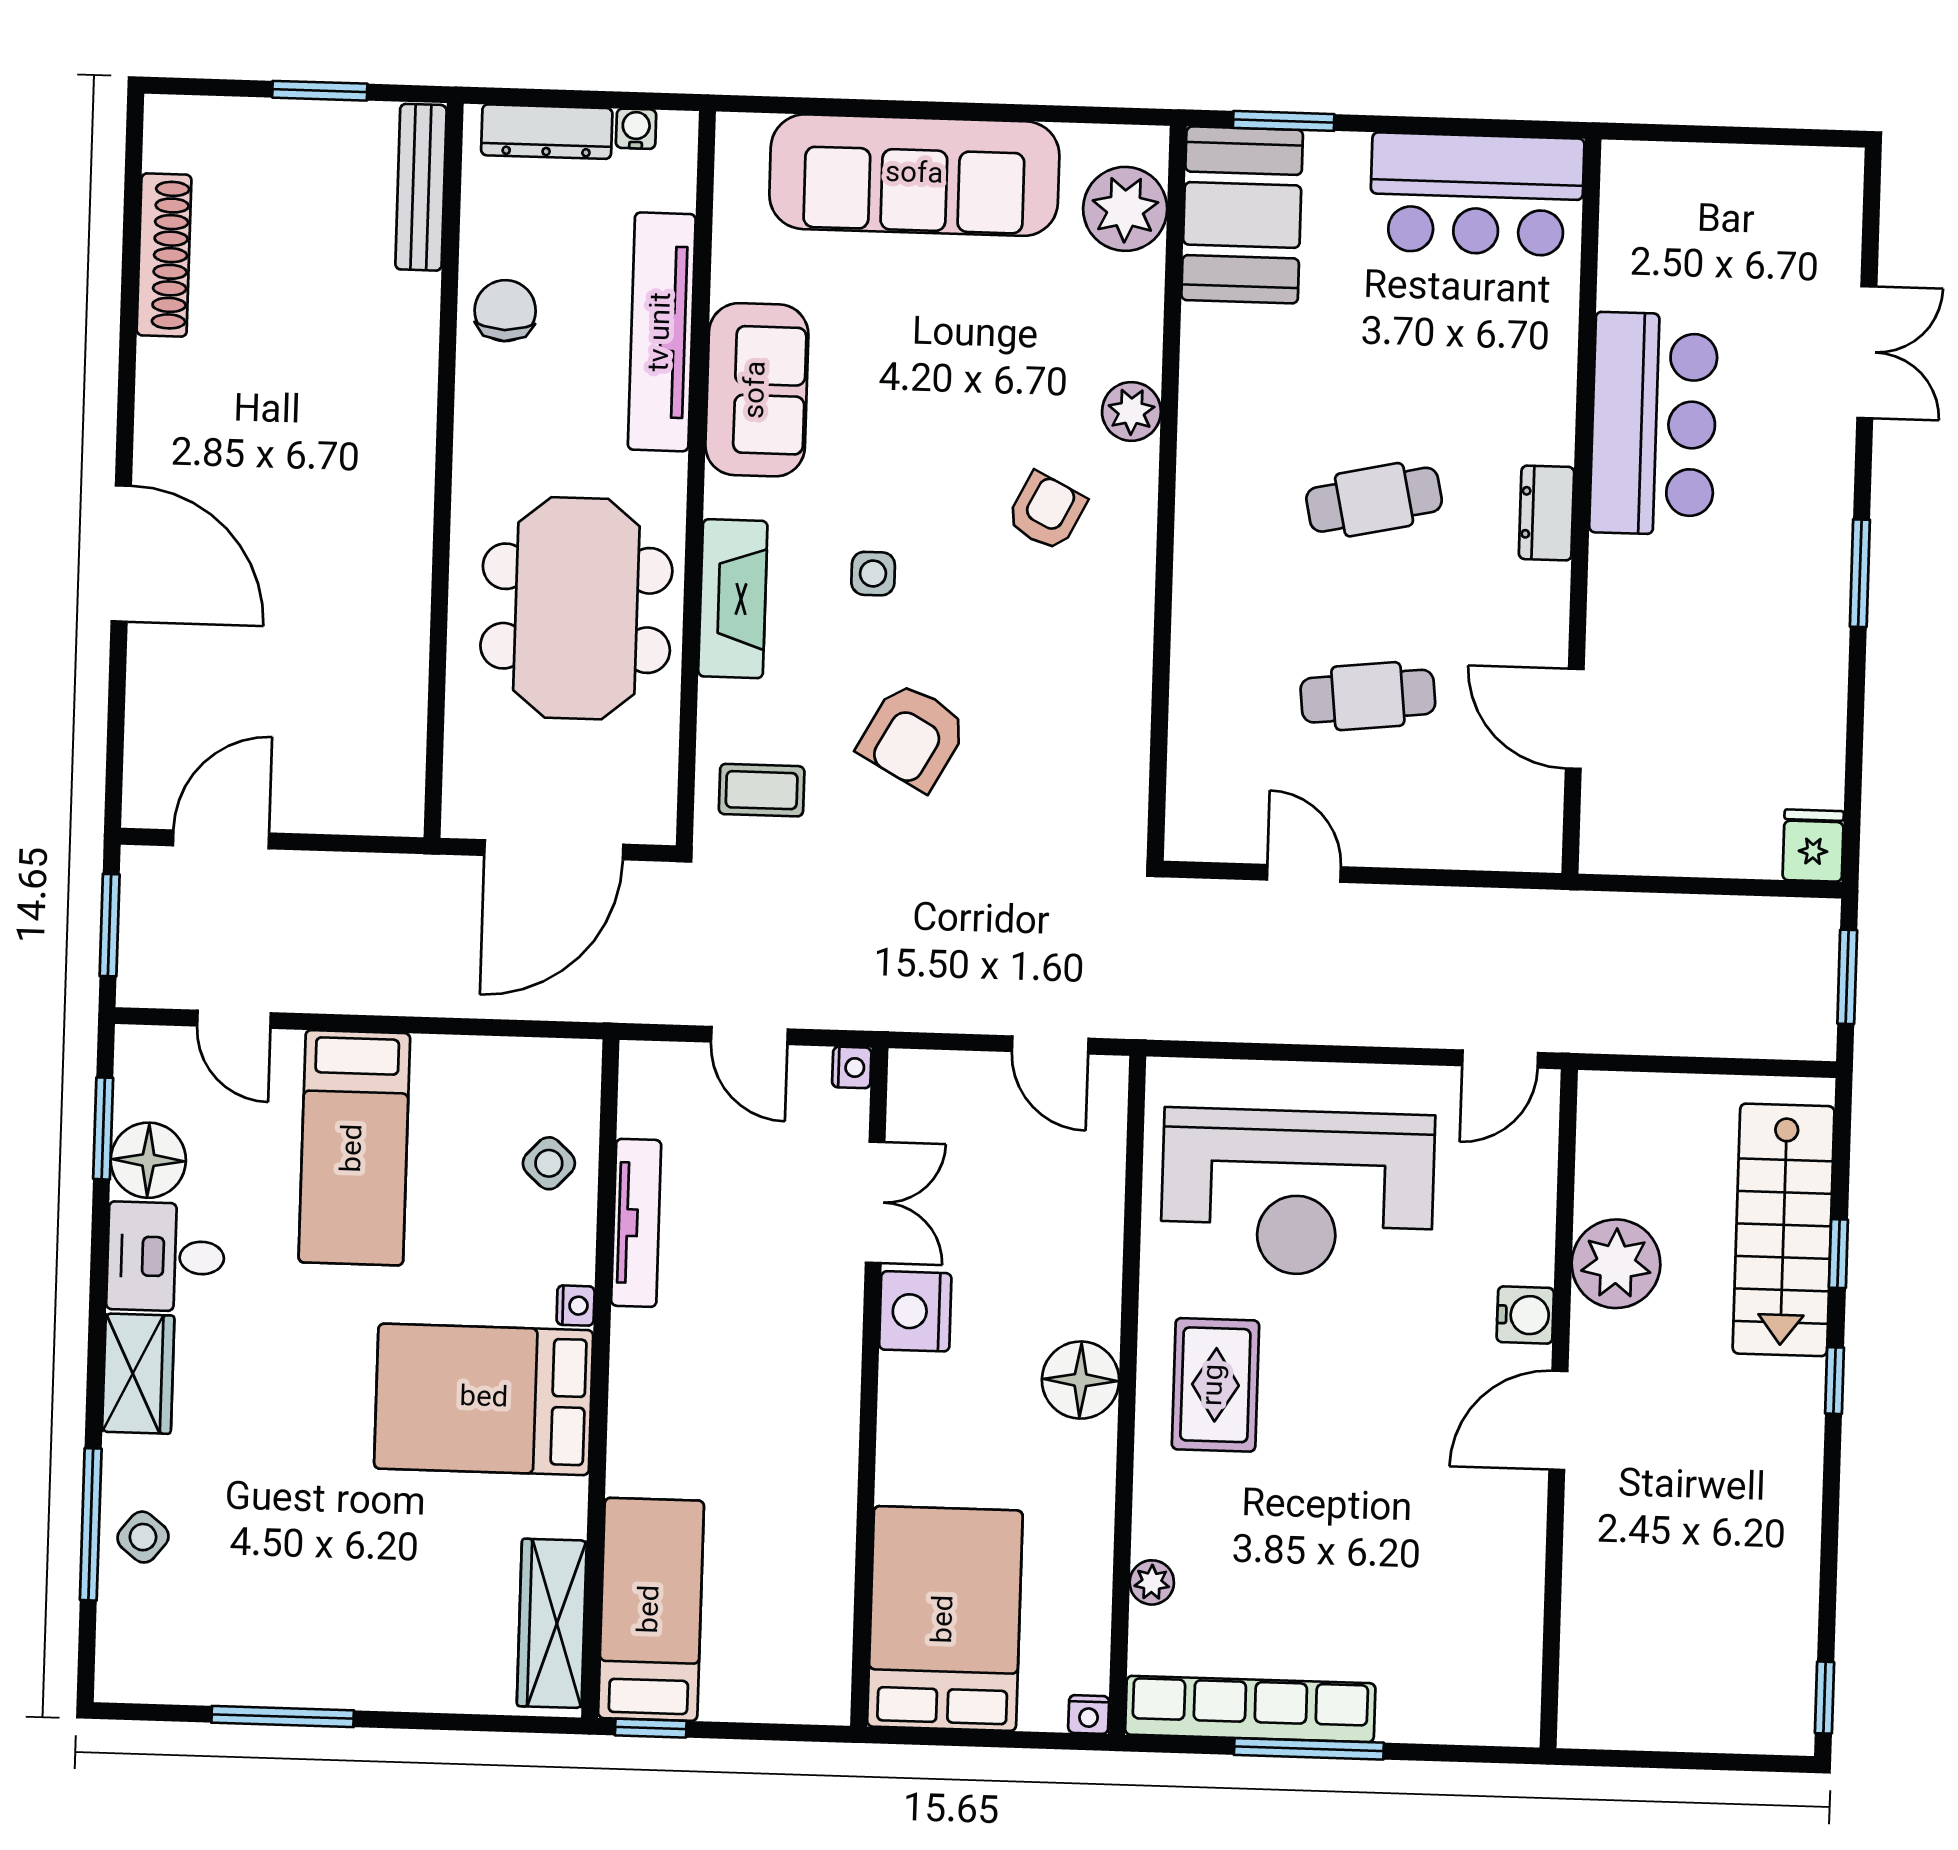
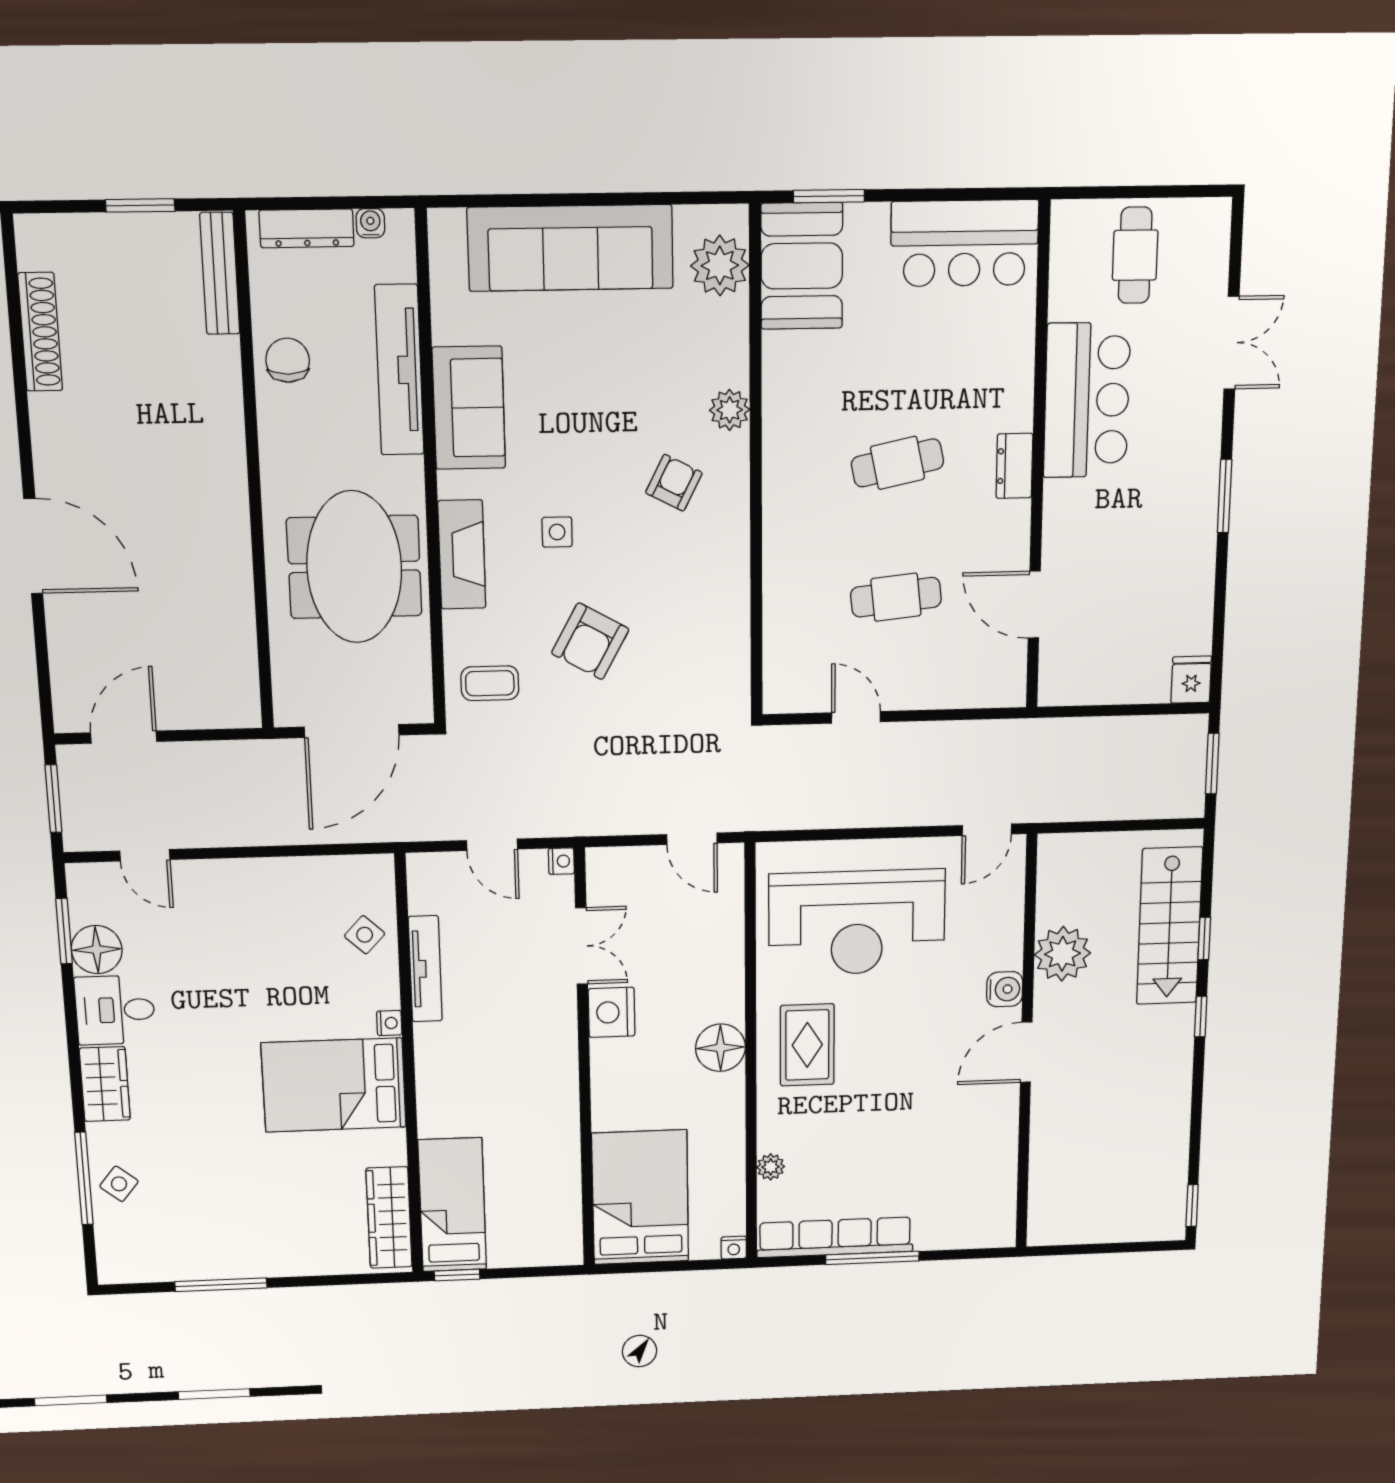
cafe table: (1724, 222) -> (1135, 255), added
bed: (354, 1148) -> (234, 933), removed

